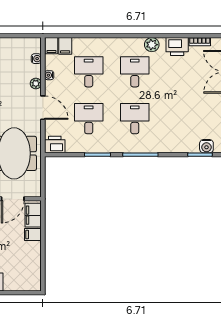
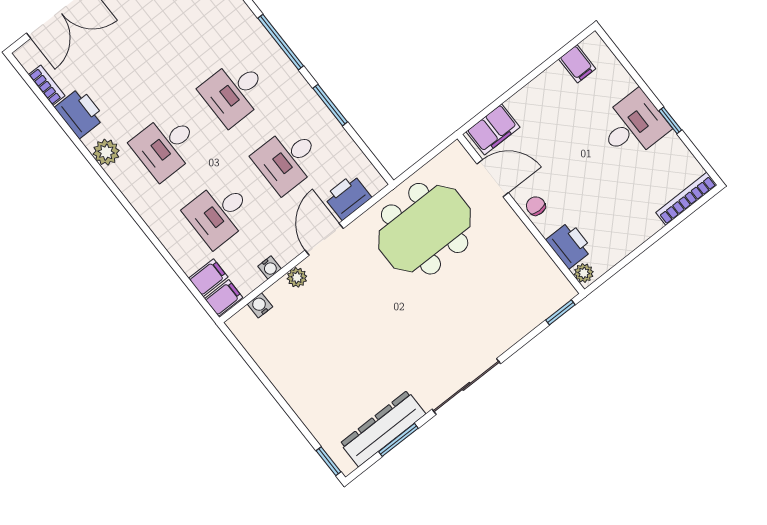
printer: (55, 145) -> (348, 197), moved, turned 90
filing cabinet: (33, 235) -> (577, 64), moved

